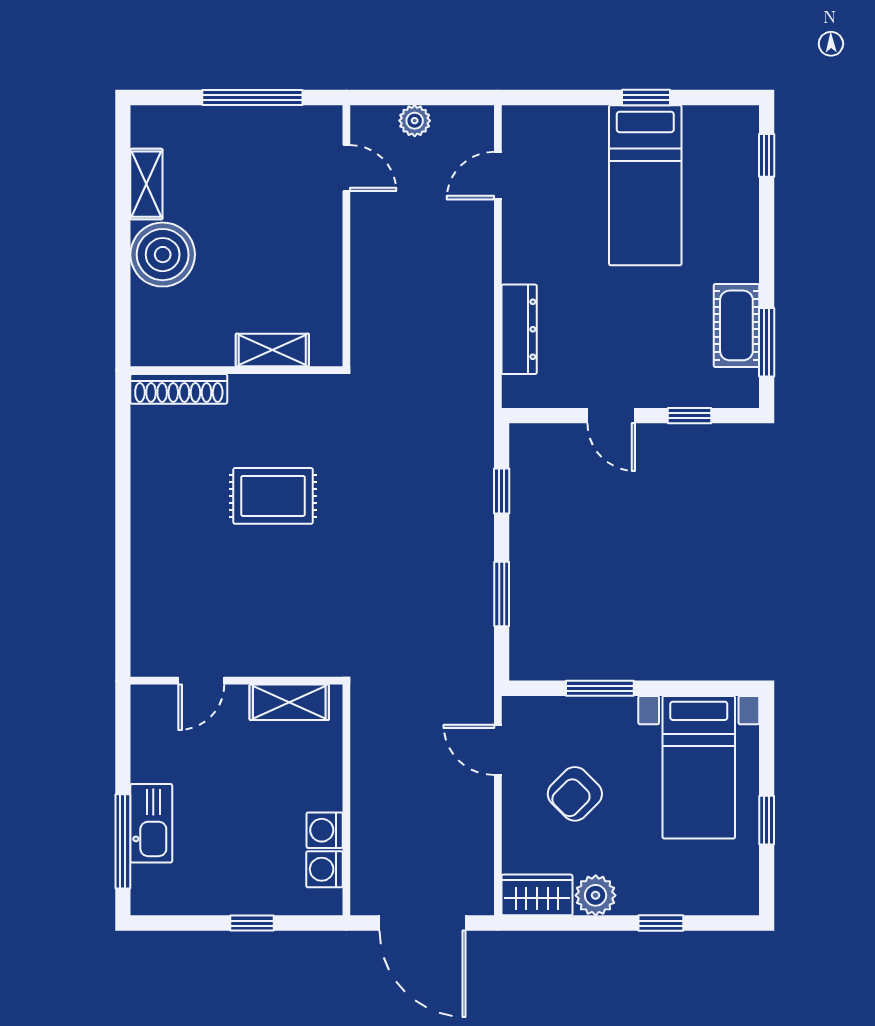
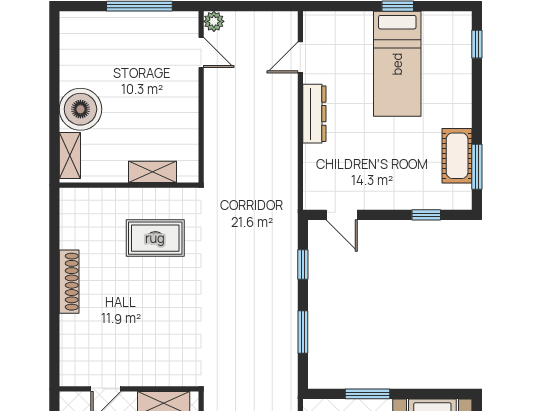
plant: (415, 121) -> (214, 21), moved
shelving: (146, 184) -> (70, 155), moved
dresser: (519, 329) -> (314, 114), moved
shoe rack: (179, 389) -> (69, 282), moved, turned -90
door: (611, 416) -> (342, 215), moved
rug: (273, 496) -> (155, 238), moved

